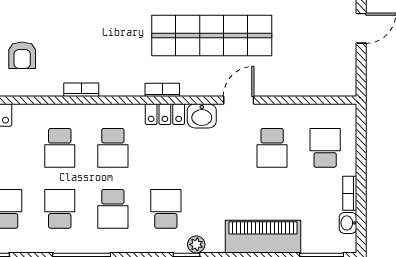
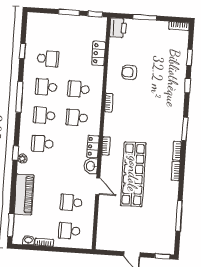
school desk: (325, 148) -> (69, 231), turned 180
school desk: (60, 209) -> (46, 87), turned 180
school desk: (166, 209) -> (42, 144), turned 180

